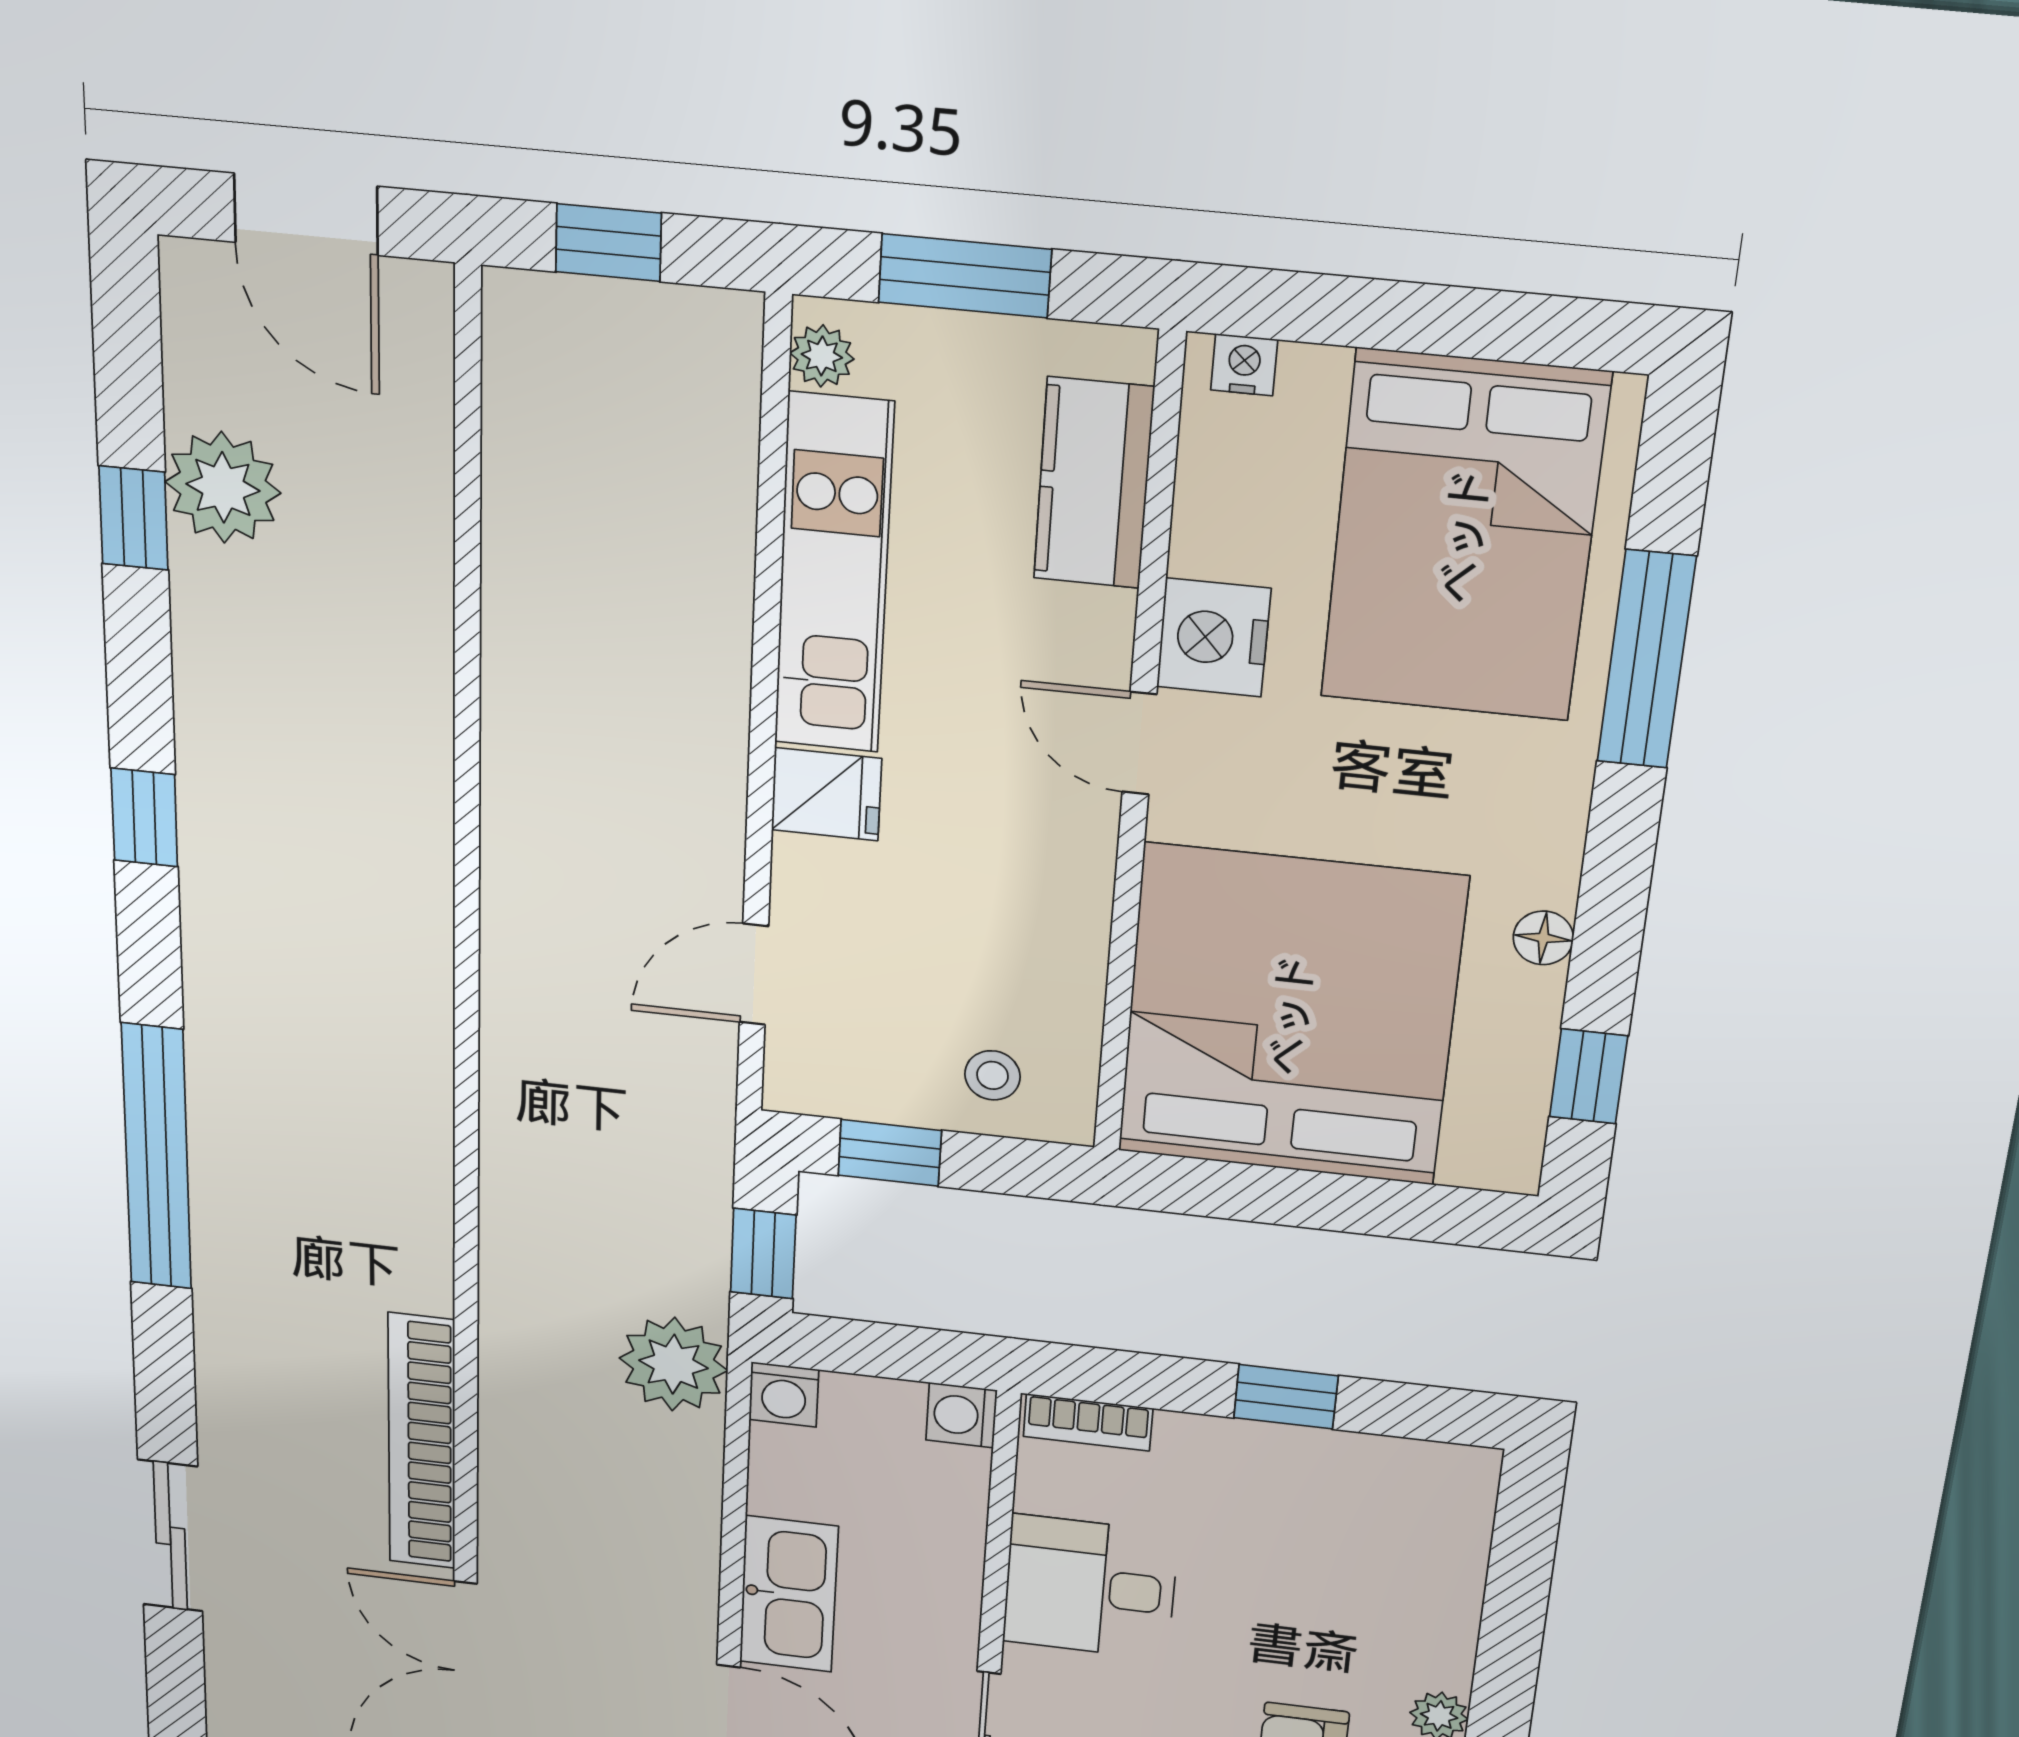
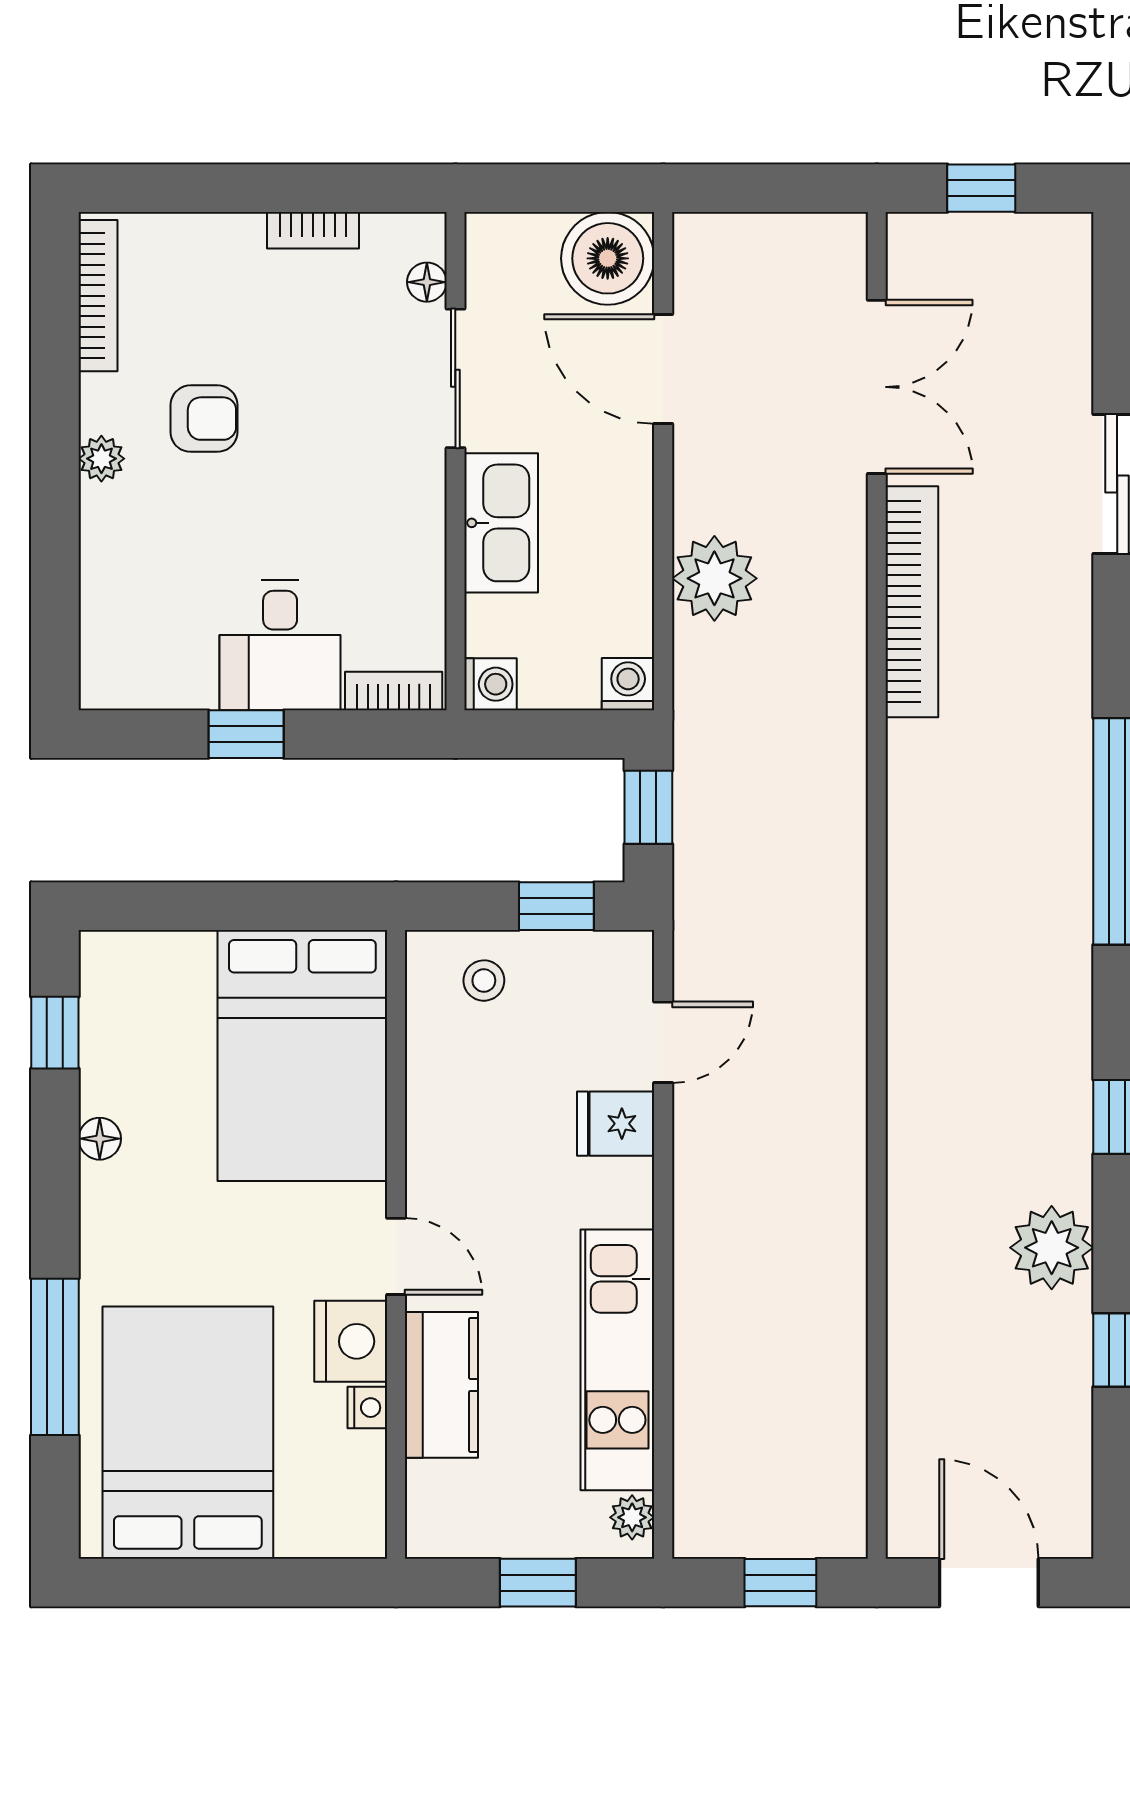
window: (965, 276) -> (538, 1583), width x0.67
nightstand: (1244, 365) -> (367, 1408), moved, turned -90
kitchen counter: (1094, 483) -> (441, 1385), moved
plant: (223, 487) -> (1052, 1248), moved
fridge: (826, 794) -> (616, 1124), moved
bed: (1291, 1016) -> (302, 1055), width x0.73
plant: (673, 1364) -> (714, 578), moved
desk: (1090, 1587) -> (280, 645), moved, turned 90
kitchen sink: (789, 1594) -> (501, 523), moved, turned 180

